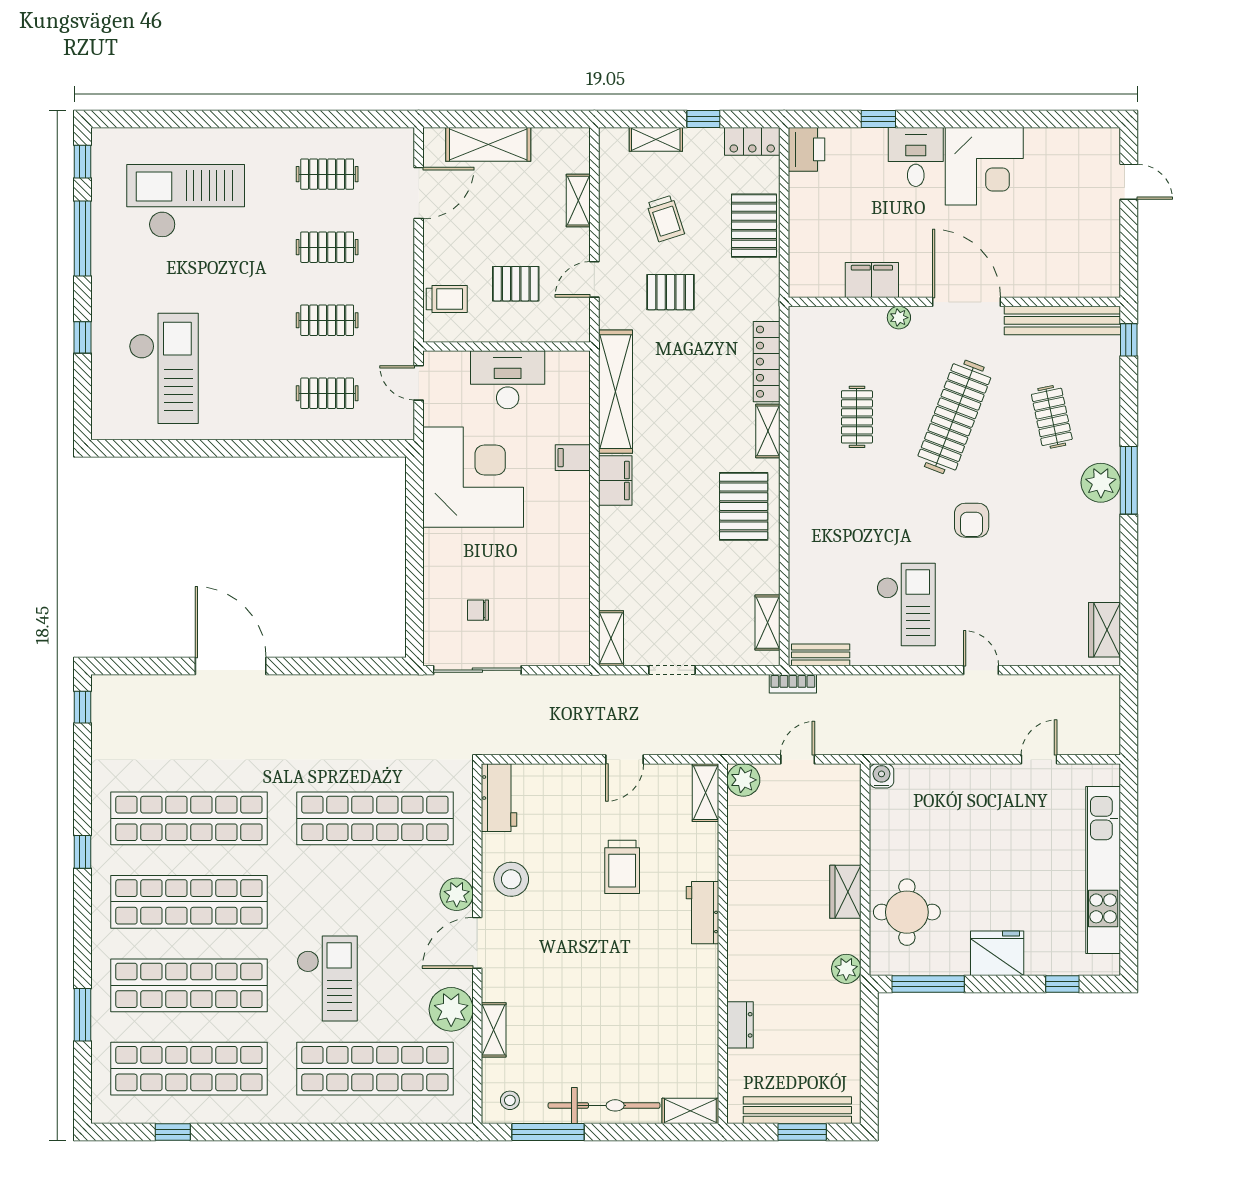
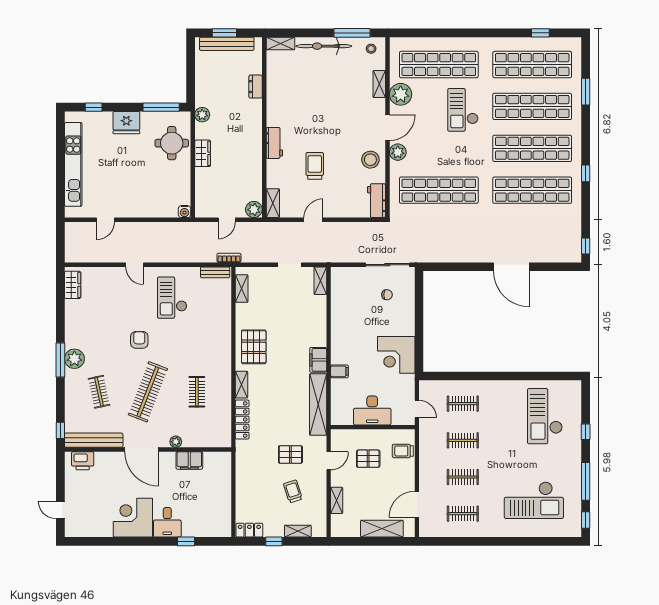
printer: (806, 149) -> (83, 461), moved, turned -90
pallet: (754, 226) -> (248, 488), removed
corner desk: (473, 477) -> (396, 355), width x0.74, depth x0.74

